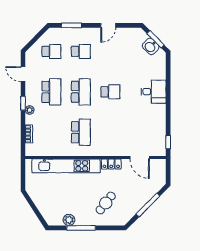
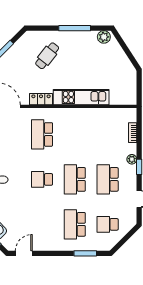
door: (108, 25) -> (24, 253), moved
school desk: (81, 51) -> (75, 224), width x1.85
school desk: (81, 132) -> (42, 134), moved
kitchen unit: (66, 166) -> (81, 97), width x0.73
plant: (69, 220) -> (104, 37), moved

